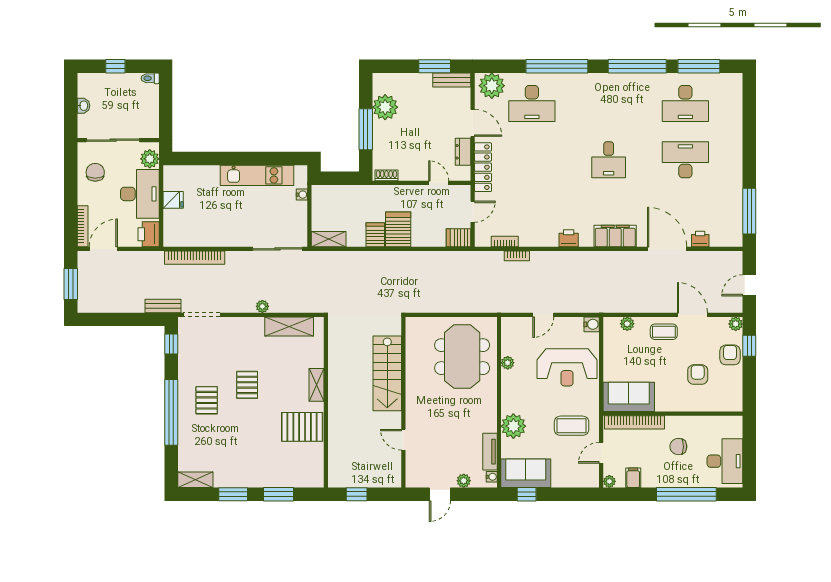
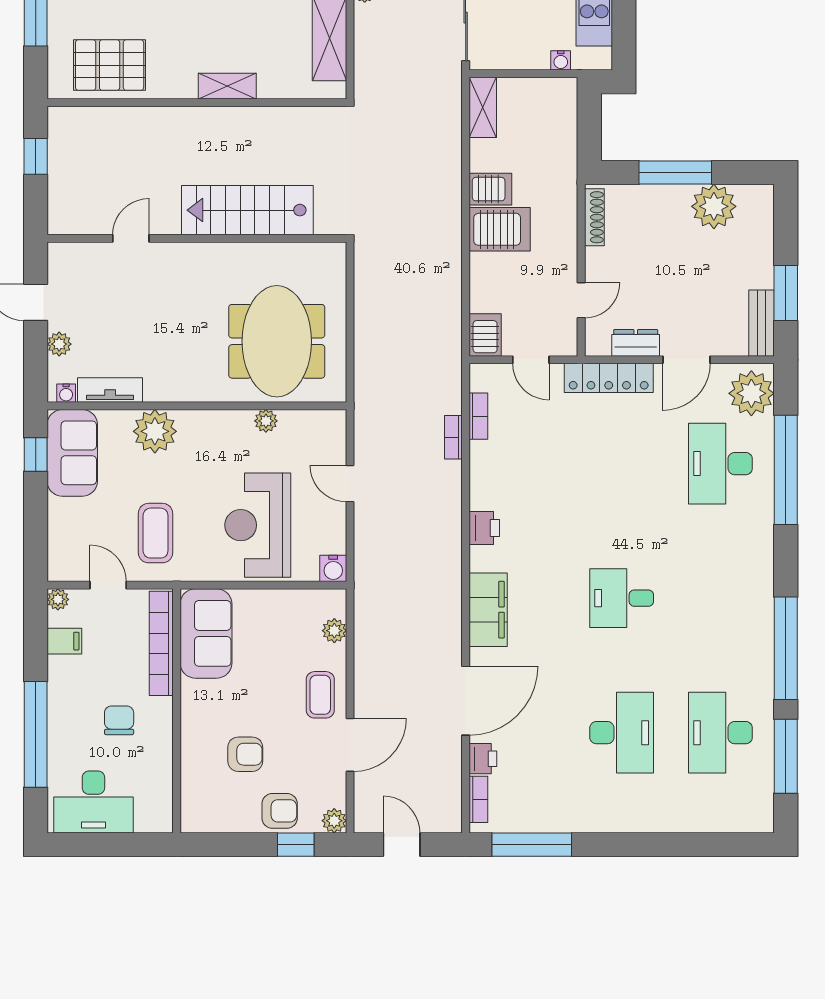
window: (557, 66) -> (786, 470), moved
shoe rack: (386, 175) -> (594, 217), width x1.43
bookcase: (723, 242) -> (478, 799), added
meeting table: (462, 357) -> (277, 341), turned 90
pallet: (302, 427) -> (110, 65), moved, turned 90

